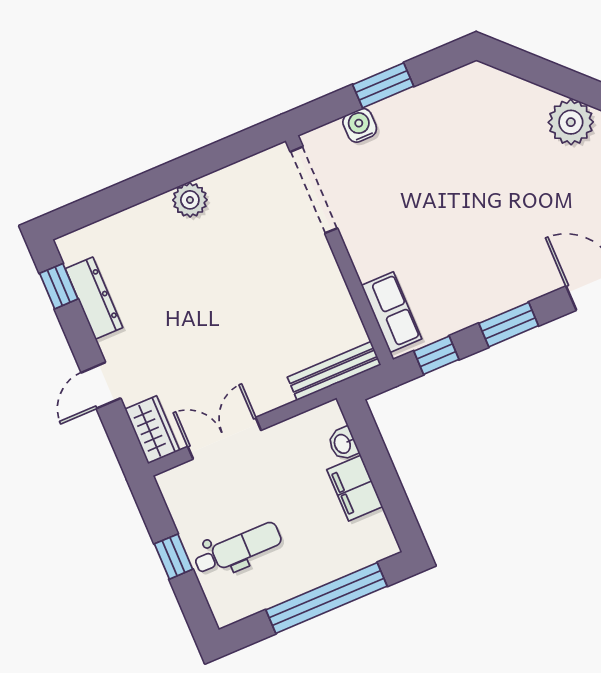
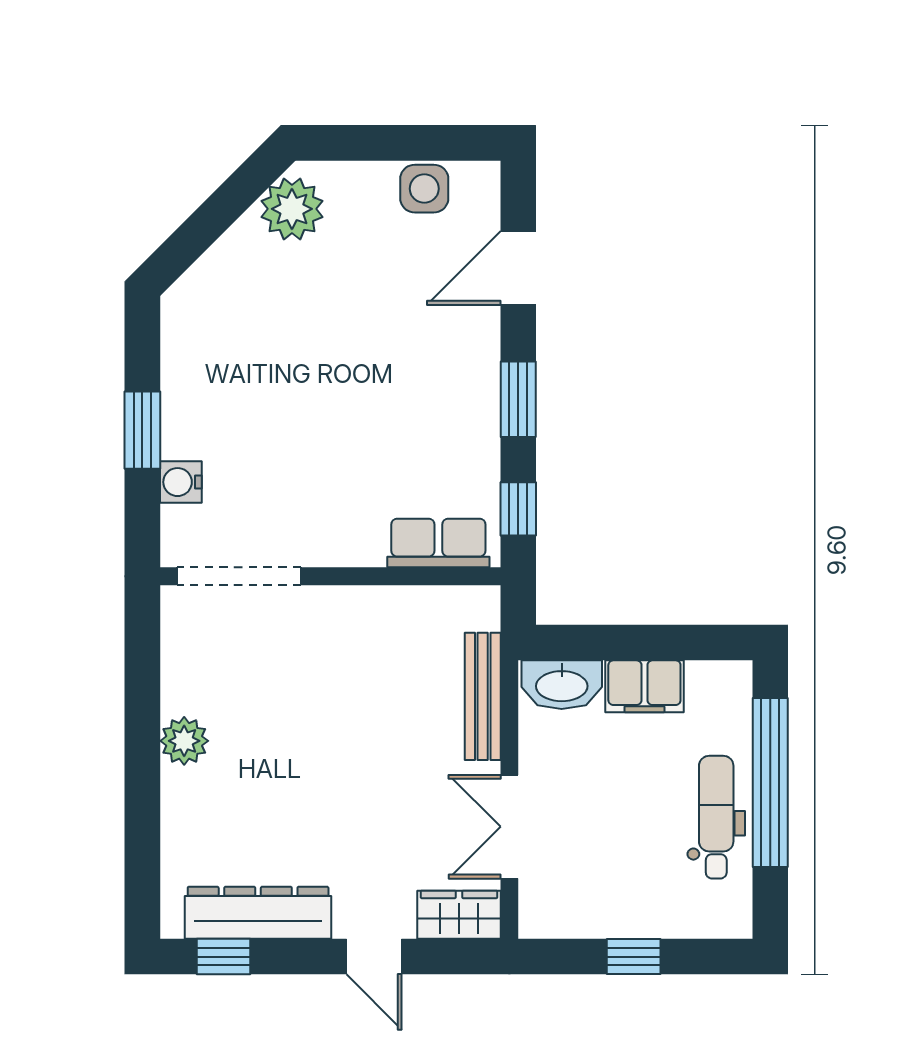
dresser: (94, 298) -> (258, 913), width x1.37, depth x1.24
bench: (334, 371) -> (483, 696), moved
washbasin: (343, 444) -> (562, 685), width x1.91, depth x1.45
dental chair: (238, 549) -> (716, 817), moved

